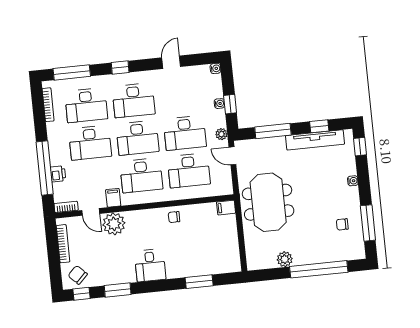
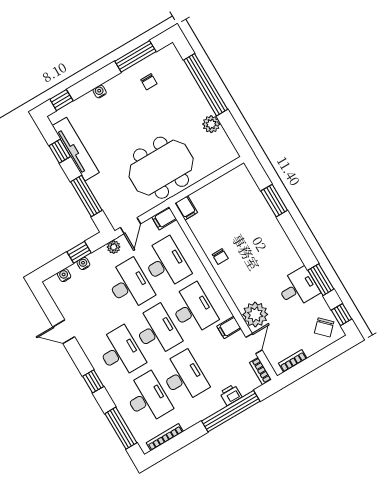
water cooler: (215, 68) -> (64, 275), moved
filing cabinet: (226, 186) -> (164, 218), added
bookcase: (63, 244) -> (293, 361), width x0.64
desk: (150, 265) -> (298, 288), moved

